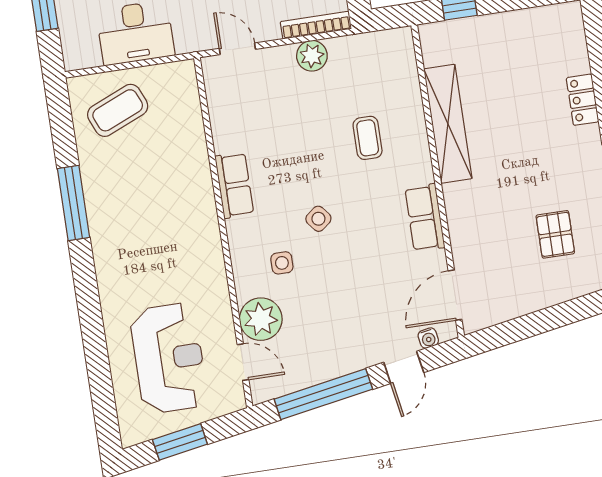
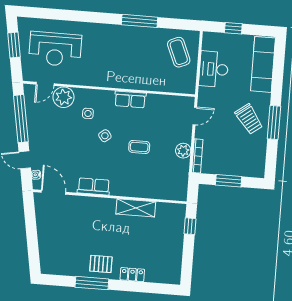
shelving: (448, 124) -> (136, 208), width x0.68
coffee table: (368, 138) -> (139, 147), moved
pallet: (555, 234) -> (101, 264), moved

